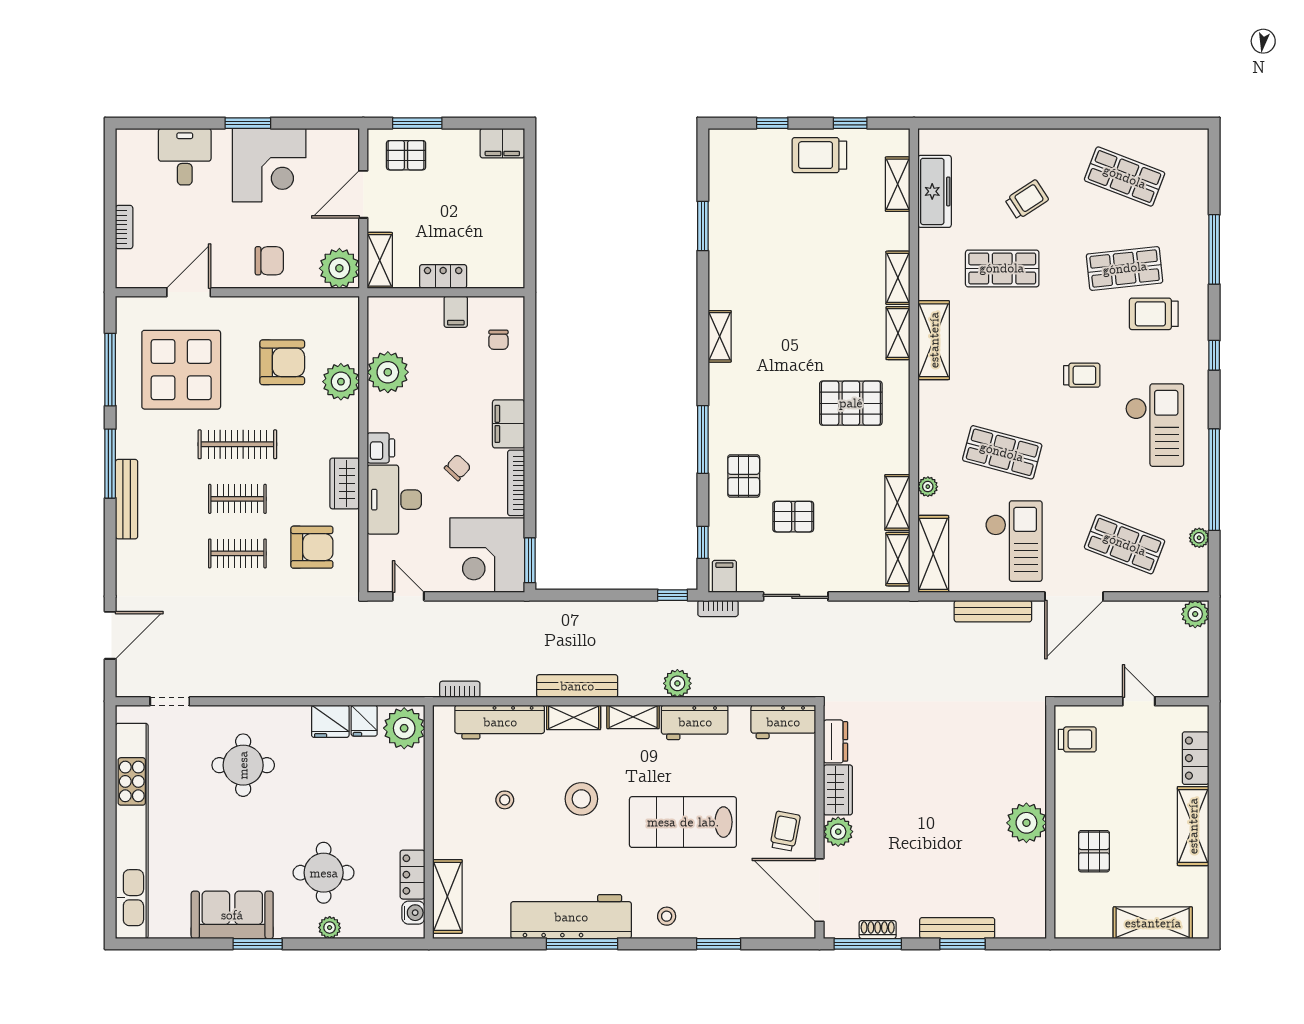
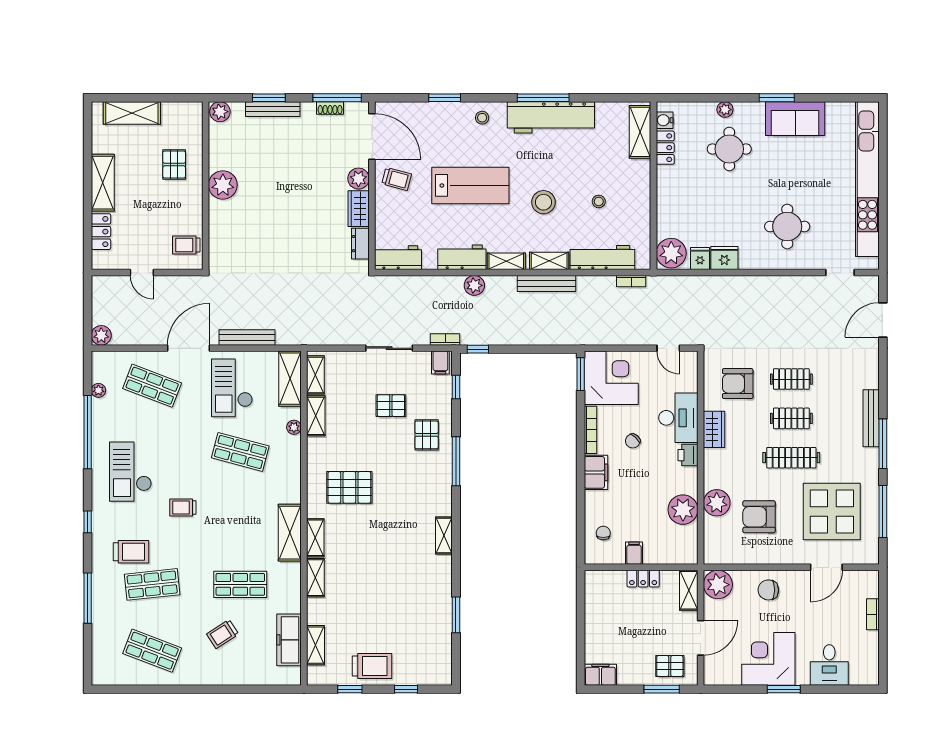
trolley: (785, 831) -> (397, 179), turned -86
plant: (1030, 925) -> (220, 112), added

